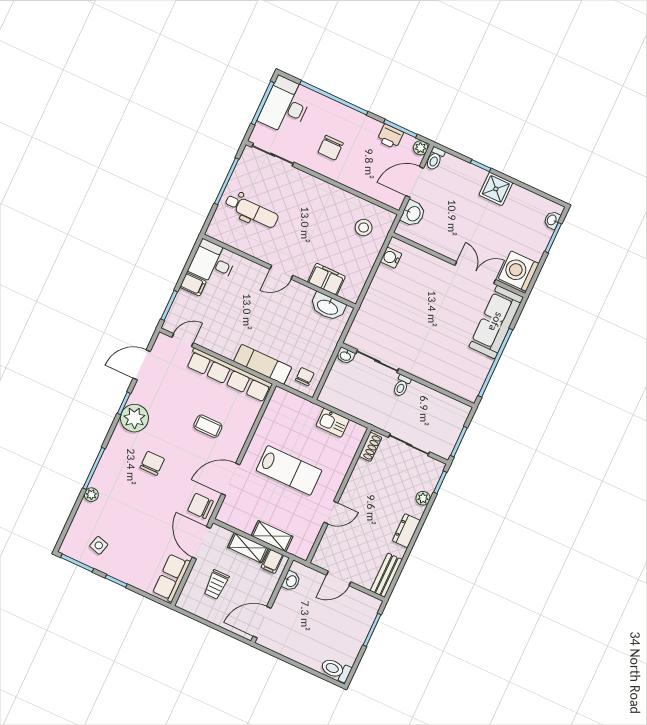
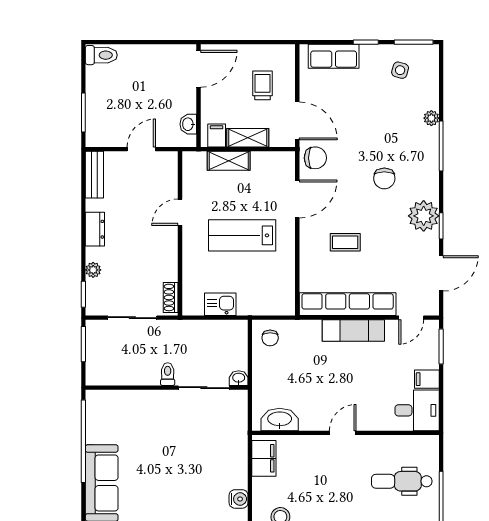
filing cabinet: (327, 279) -> (264, 458), moved, turned -90
exam couch: (263, 364) -> (353, 331), moved
row of seats: (171, 577) -> (334, 56), moved, turned 90

